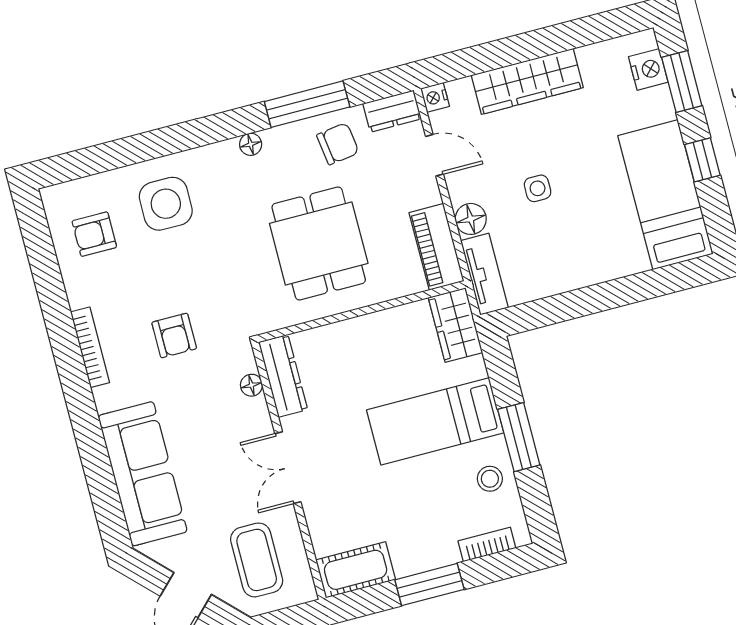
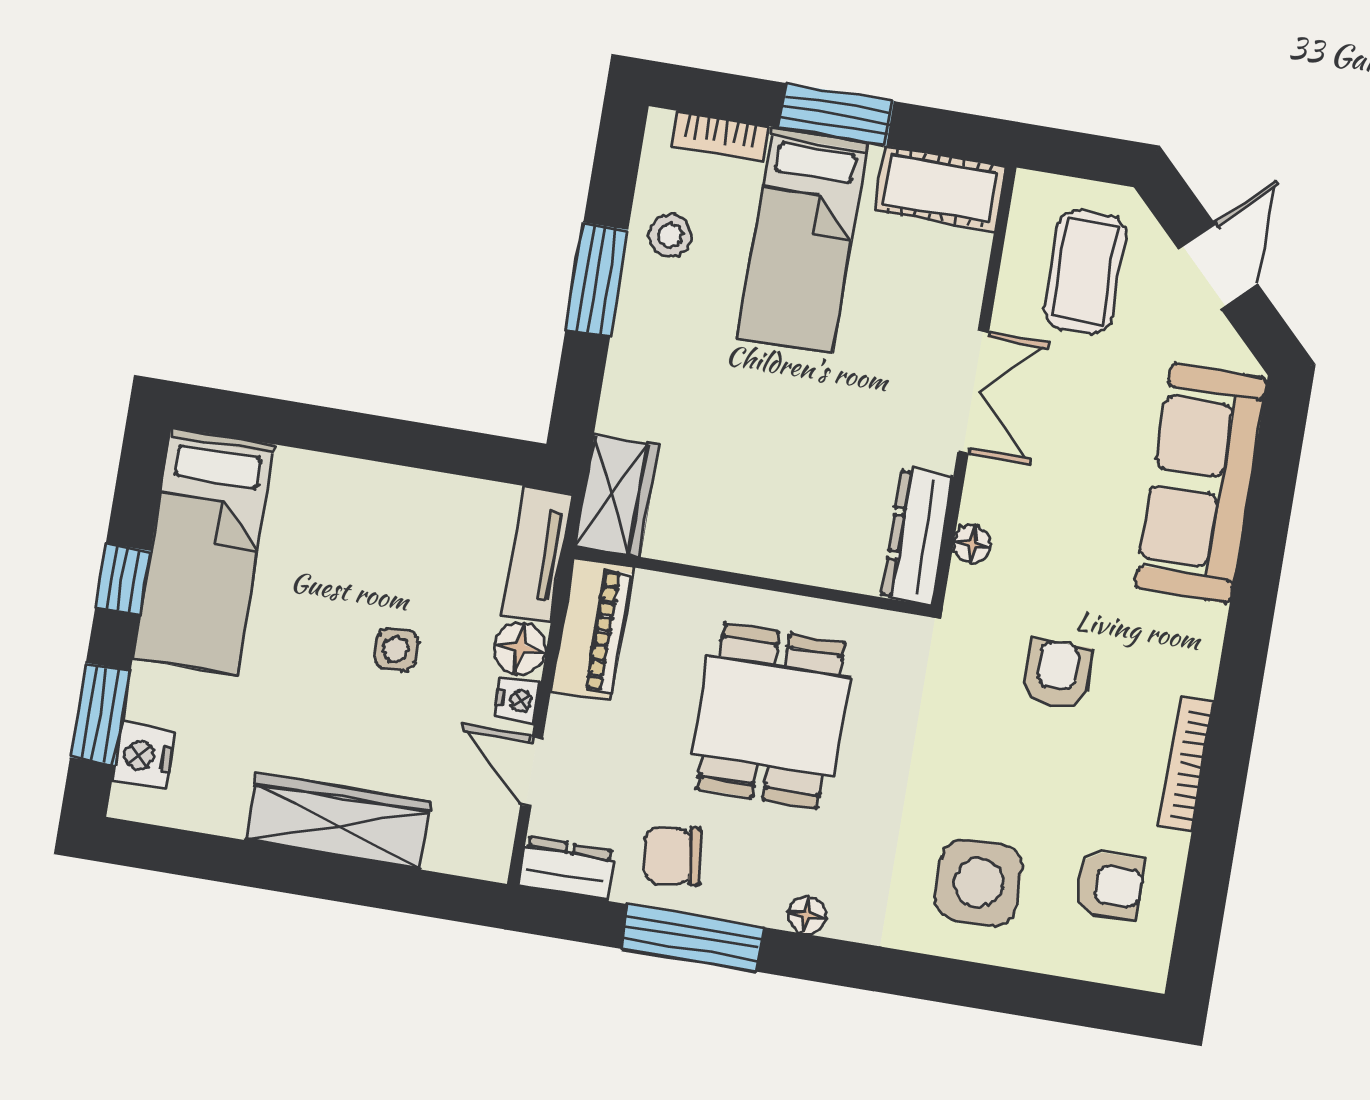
nightstand: (435, 97) -> (518, 700), moved
bookcase: (90, 347) -> (1186, 764), moved
bed: (435, 421) -> (803, 240), moved, turned 90

